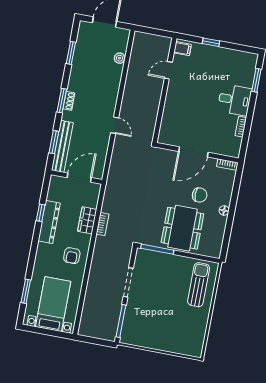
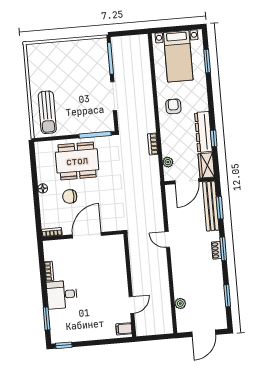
window: (211, 42) -> (64, 345), moved
plant: (93, 202) -> (168, 162), added
wardrobe: (87, 220) -> (206, 165), moved, turned 180
dining table: (182, 228) -> (77, 161), turned 90

